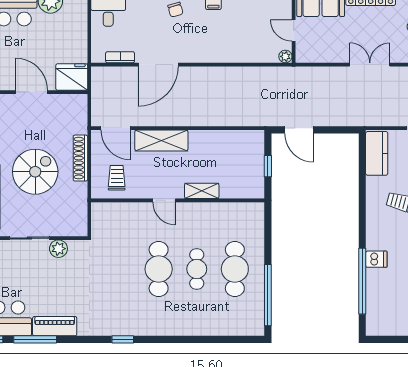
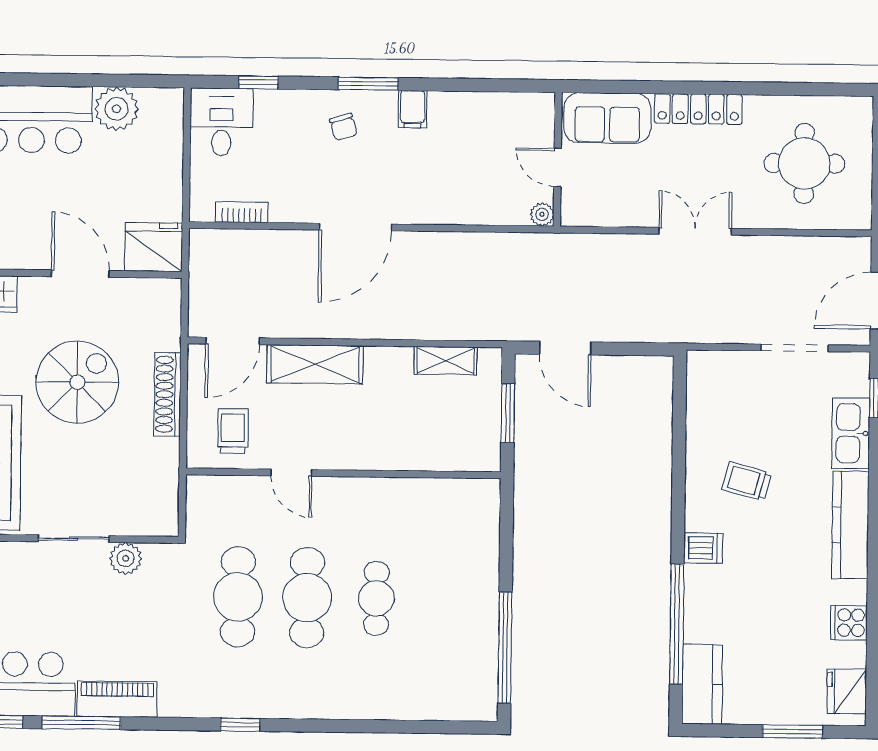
door: (158, 65) -> (355, 227), moved
door: (116, 128) -> (233, 341), hinge flipped
kitchen counter: (377, 153) -> (702, 684), moved
window: (268, 166) -> (508, 413), width x1.50
spiral stairs: (35, 172) -> (77, 382), moved
shelving: (202, 191) -> (446, 361), moved
door: (164, 200) -> (291, 473), moved
dishwasher: (376, 259) -> (703, 548), moved
cafe table: (235, 269) -> (238, 597), moved

